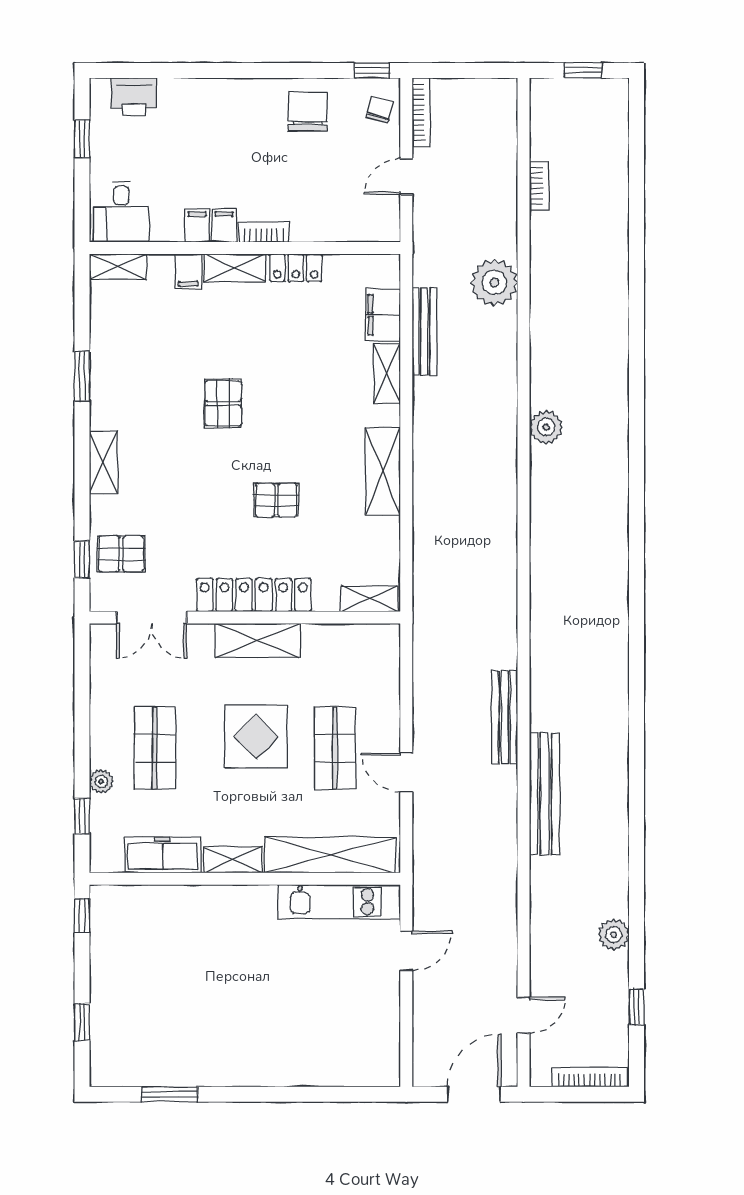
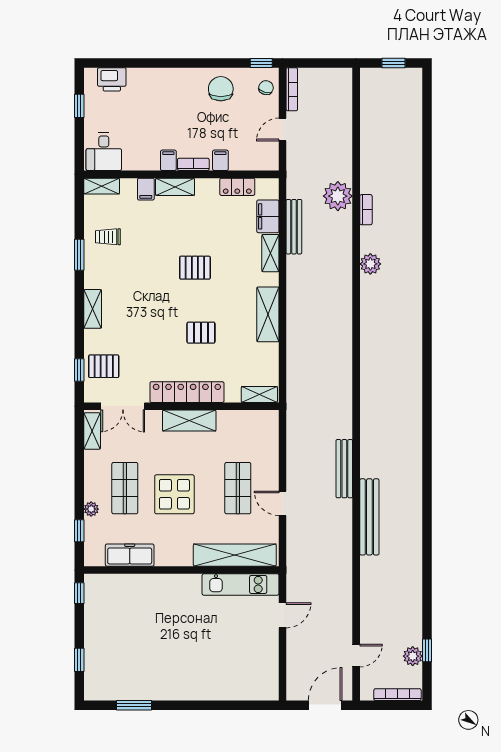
bookcase: (539, 186) -> (366, 210), moved
filing cabinet: (197, 226) -> (220, 160), moved
locker: (296, 268) -> (237, 187), moved
trolley: (128, 347) -> (108, 237), added
pallet: (223, 403) -> (195, 268), moved, turned 90
plant: (546, 427) -> (370, 264), moved
display table: (256, 737) -> (174, 494), moved
shelving: (233, 860) -> (92, 431), moved, turned 90
plant: (614, 935) -> (413, 656), moved

